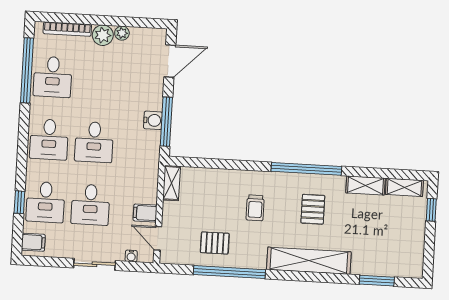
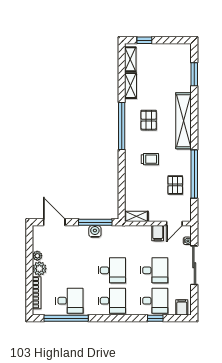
pallet: (313, 209) -> (149, 120), turned 90
sliding door: (94, 264) -> (194, 265), width x1.37

